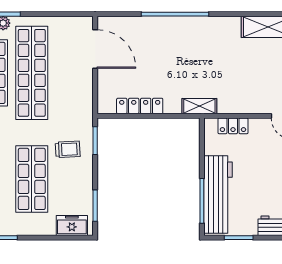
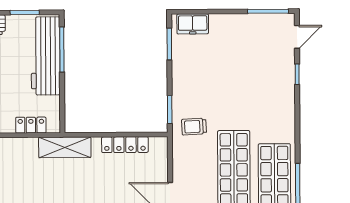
shelving: (199, 106) -> (65, 147), width x1.50, depth x1.33
trolley: (68, 149) -> (194, 127), moved
shop shelf: (32, 179) -> (233, 71), removed

